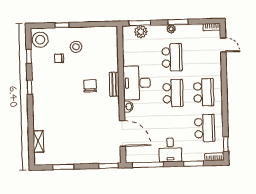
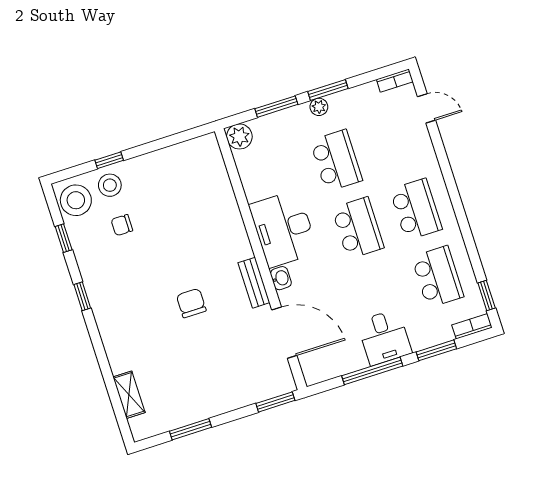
window: (140, 23) -> (276, 107), moved
plant: (141, 32) -> (239, 136), moved
stool: (76, 47) -> (110, 185), moved
bench: (114, 84) -> (254, 283), moved
chair: (90, 86) -> (191, 303), moved
window: (148, 165) -> (372, 371), moved

